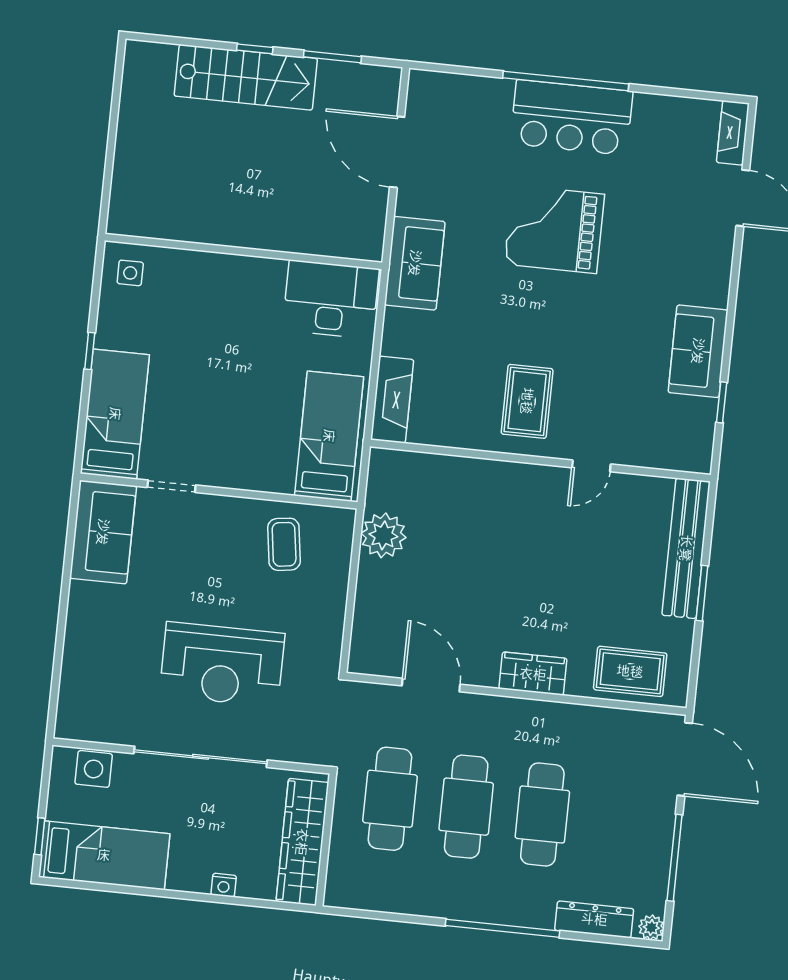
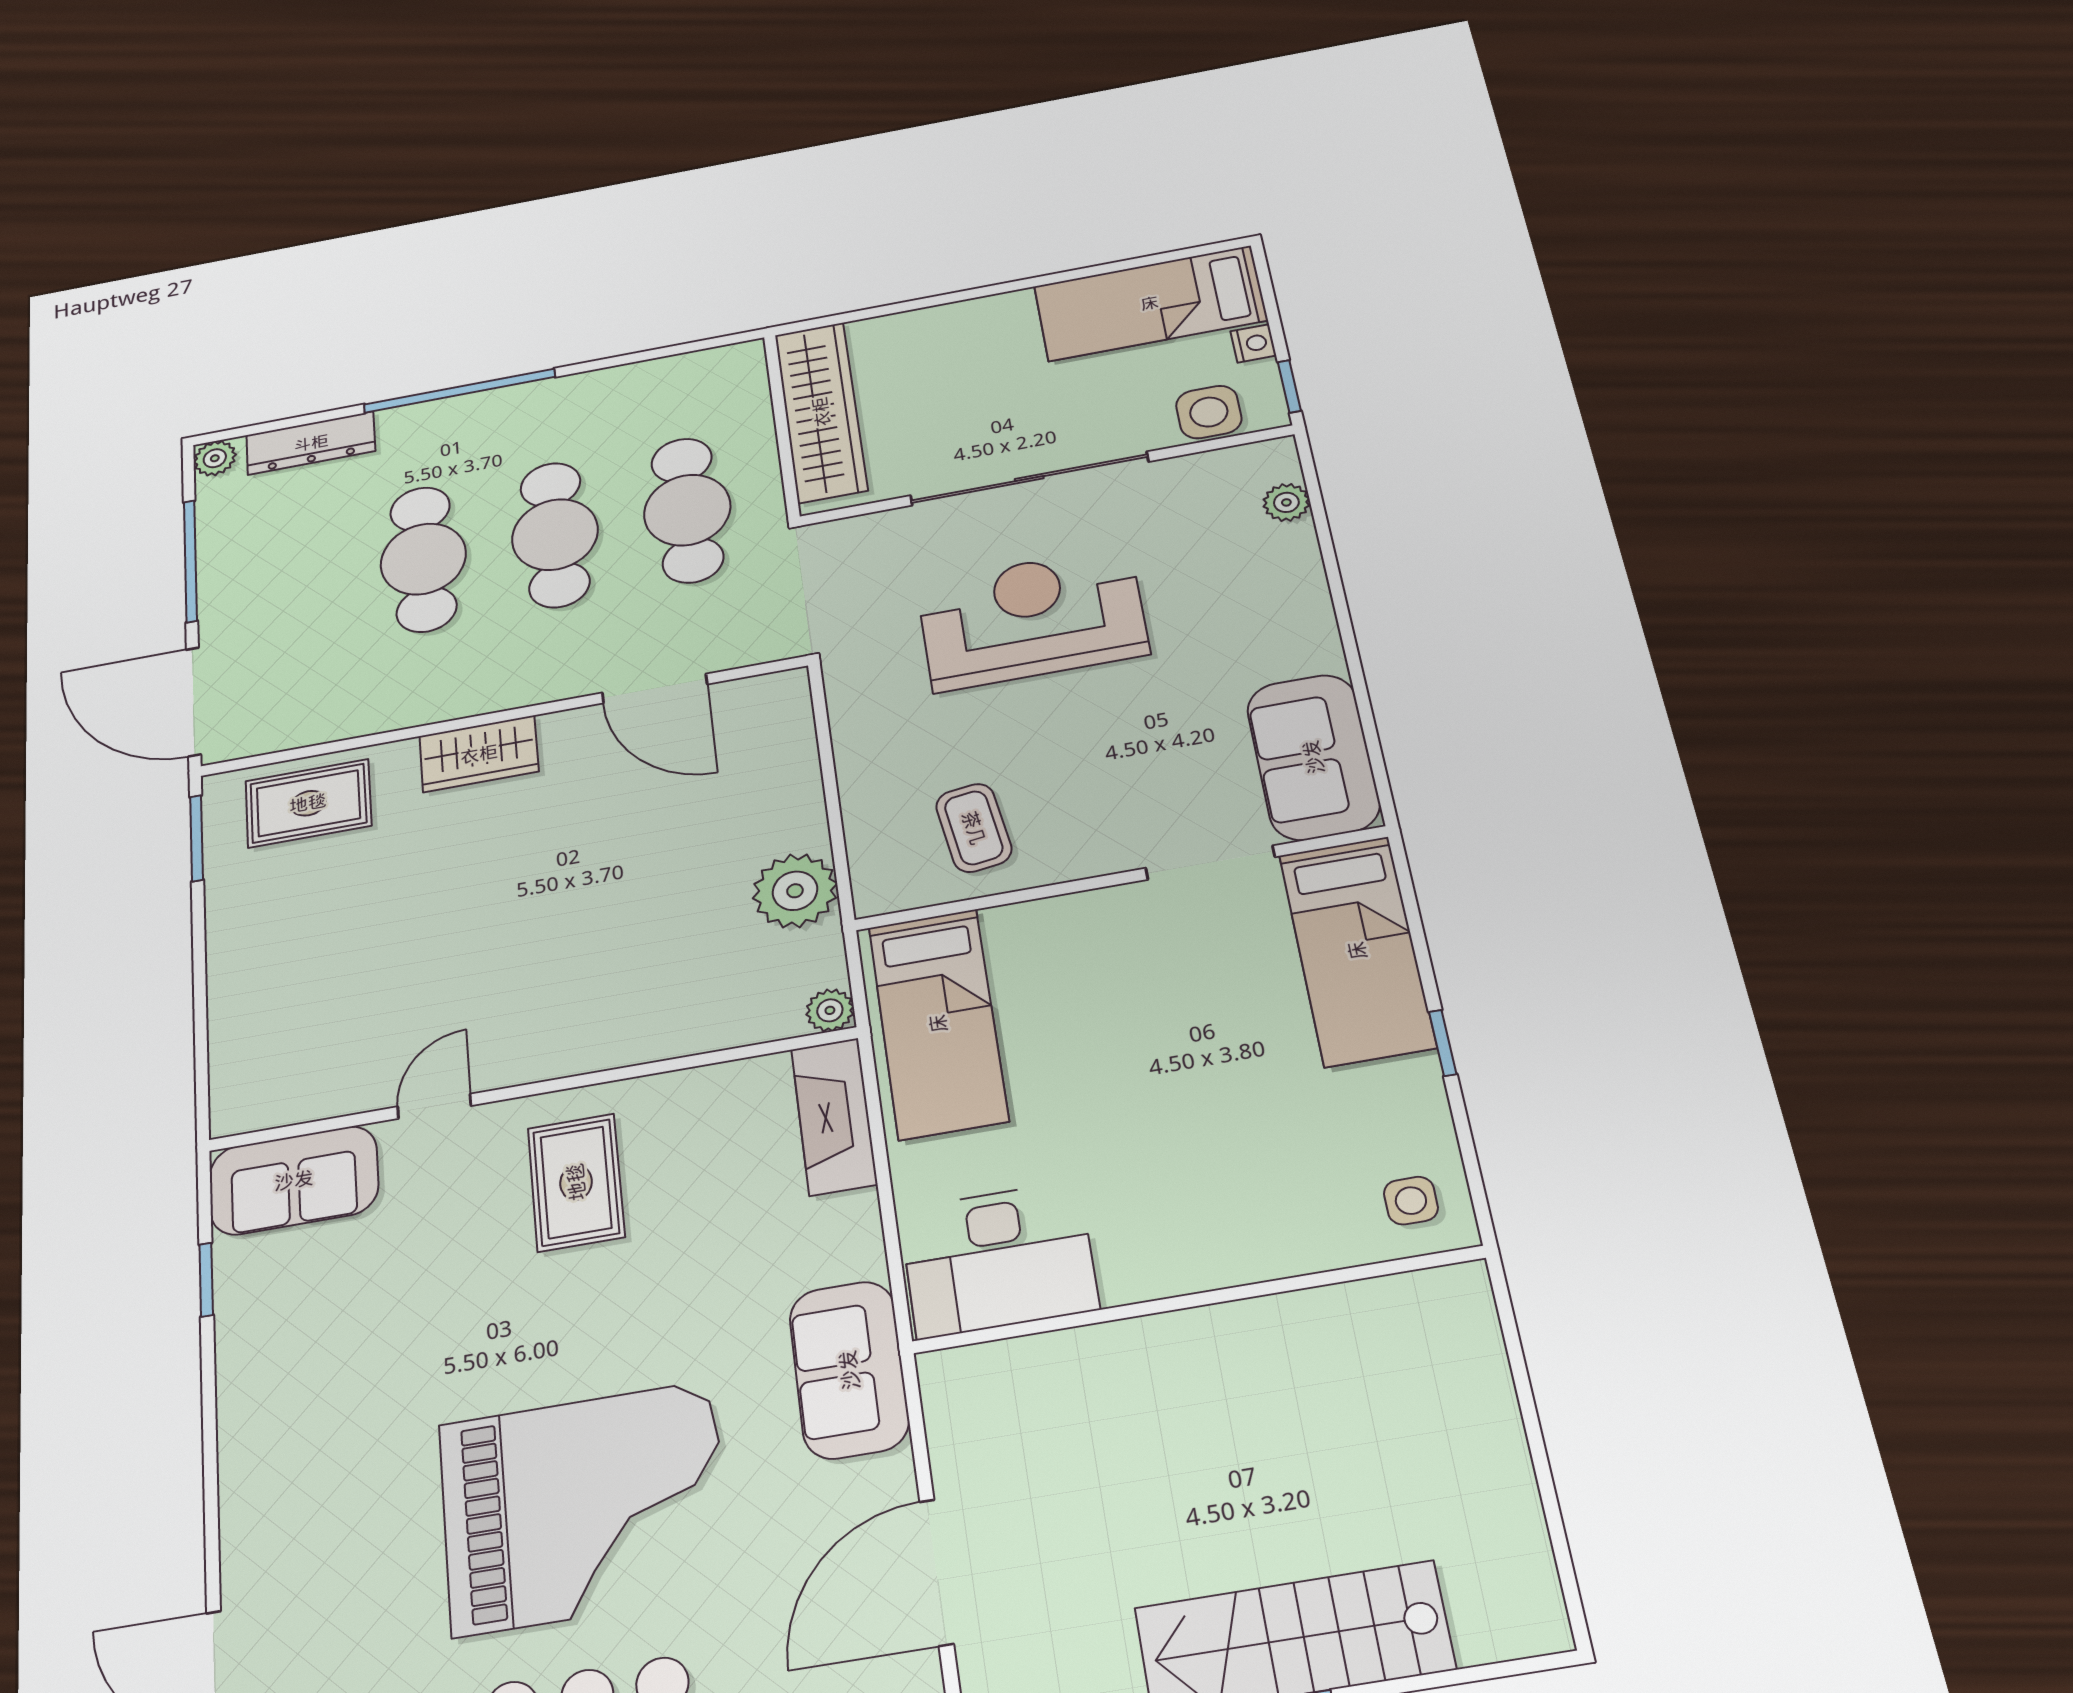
door: (397, 152) -> (937, 1572), swing flipped
grand piano: (554, 229) -> (584, 1507), width x1.37, depth x1.48
sofa: (698, 351) -> (294, 1180), moved, turned 90
plant: (381, 460) -> (830, 1010), added
doorway: (171, 486) -> (1210, 863), width x1.38
bench: (686, 548) -> (238, 1019), removed
window: (702, 593) -> (197, 838), moved
plant: (70, 695) -> (1286, 502), added
window: (40, 836) -> (1289, 386), moved
nightstand: (224, 885) -> (1253, 343), moved, turned 90

